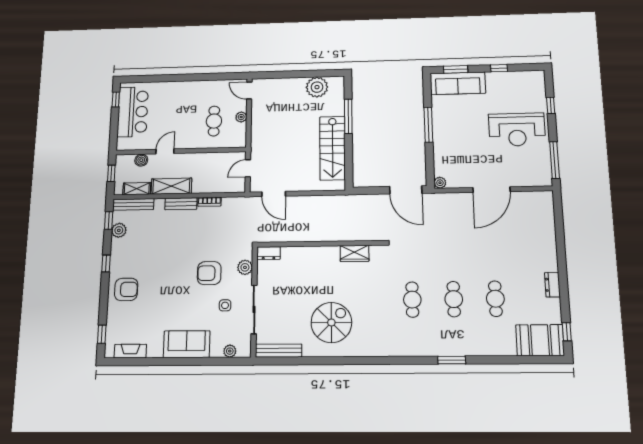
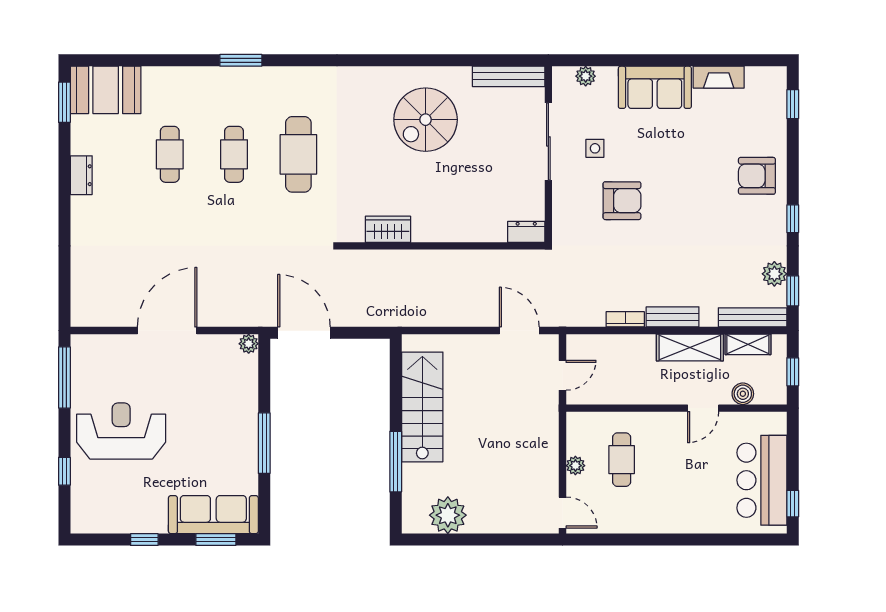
plant: (245, 267) -> (564, 209), removed
cafe table: (412, 300) -> (298, 154), width x1.37, depth x1.35
window: (567, 332) -> (64, 102), width x1.50
fireplace: (130, 351) -> (719, 77), moved

